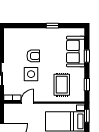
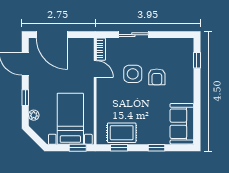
window: (52, 26) -> (197, 60), moved
sofa: (76, 52) -> (182, 124), moved, turned -90
rug: (62, 85) -> (122, 133), moved

